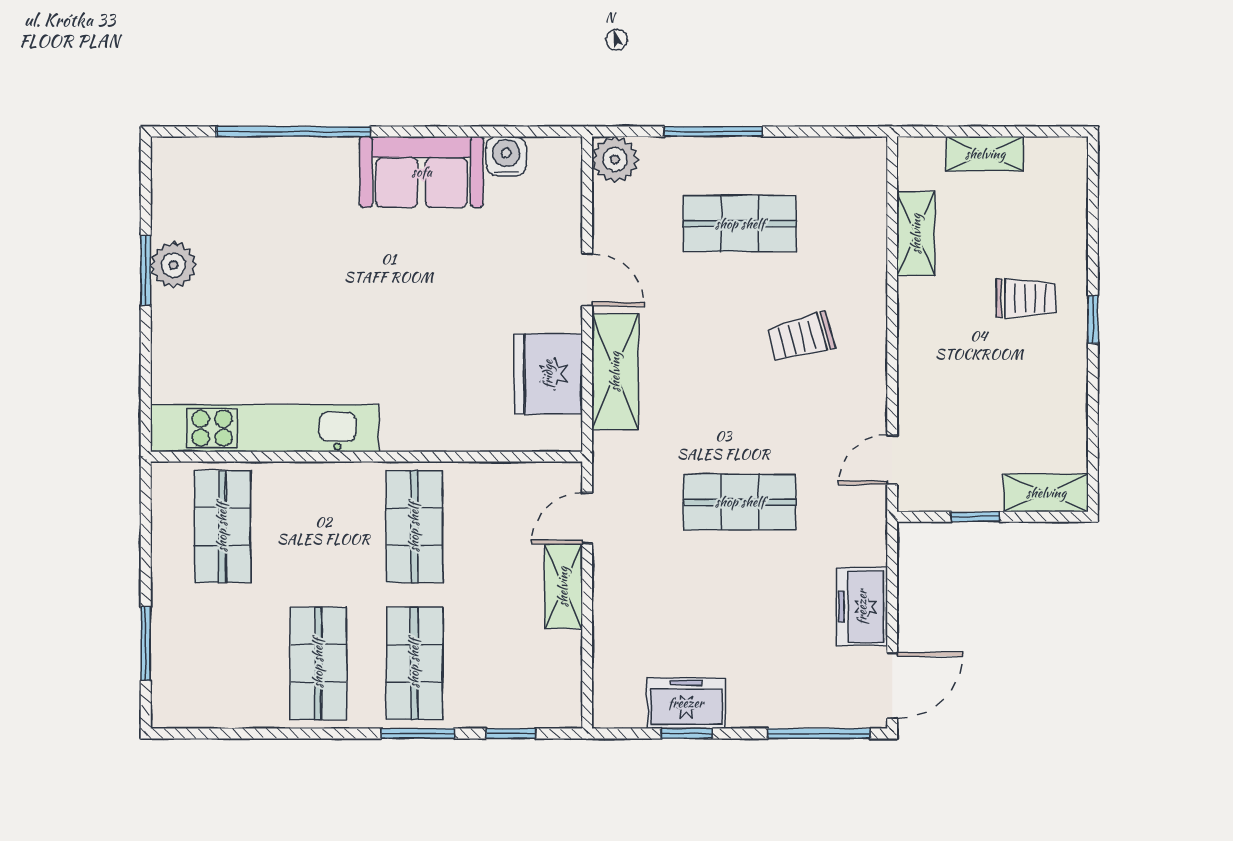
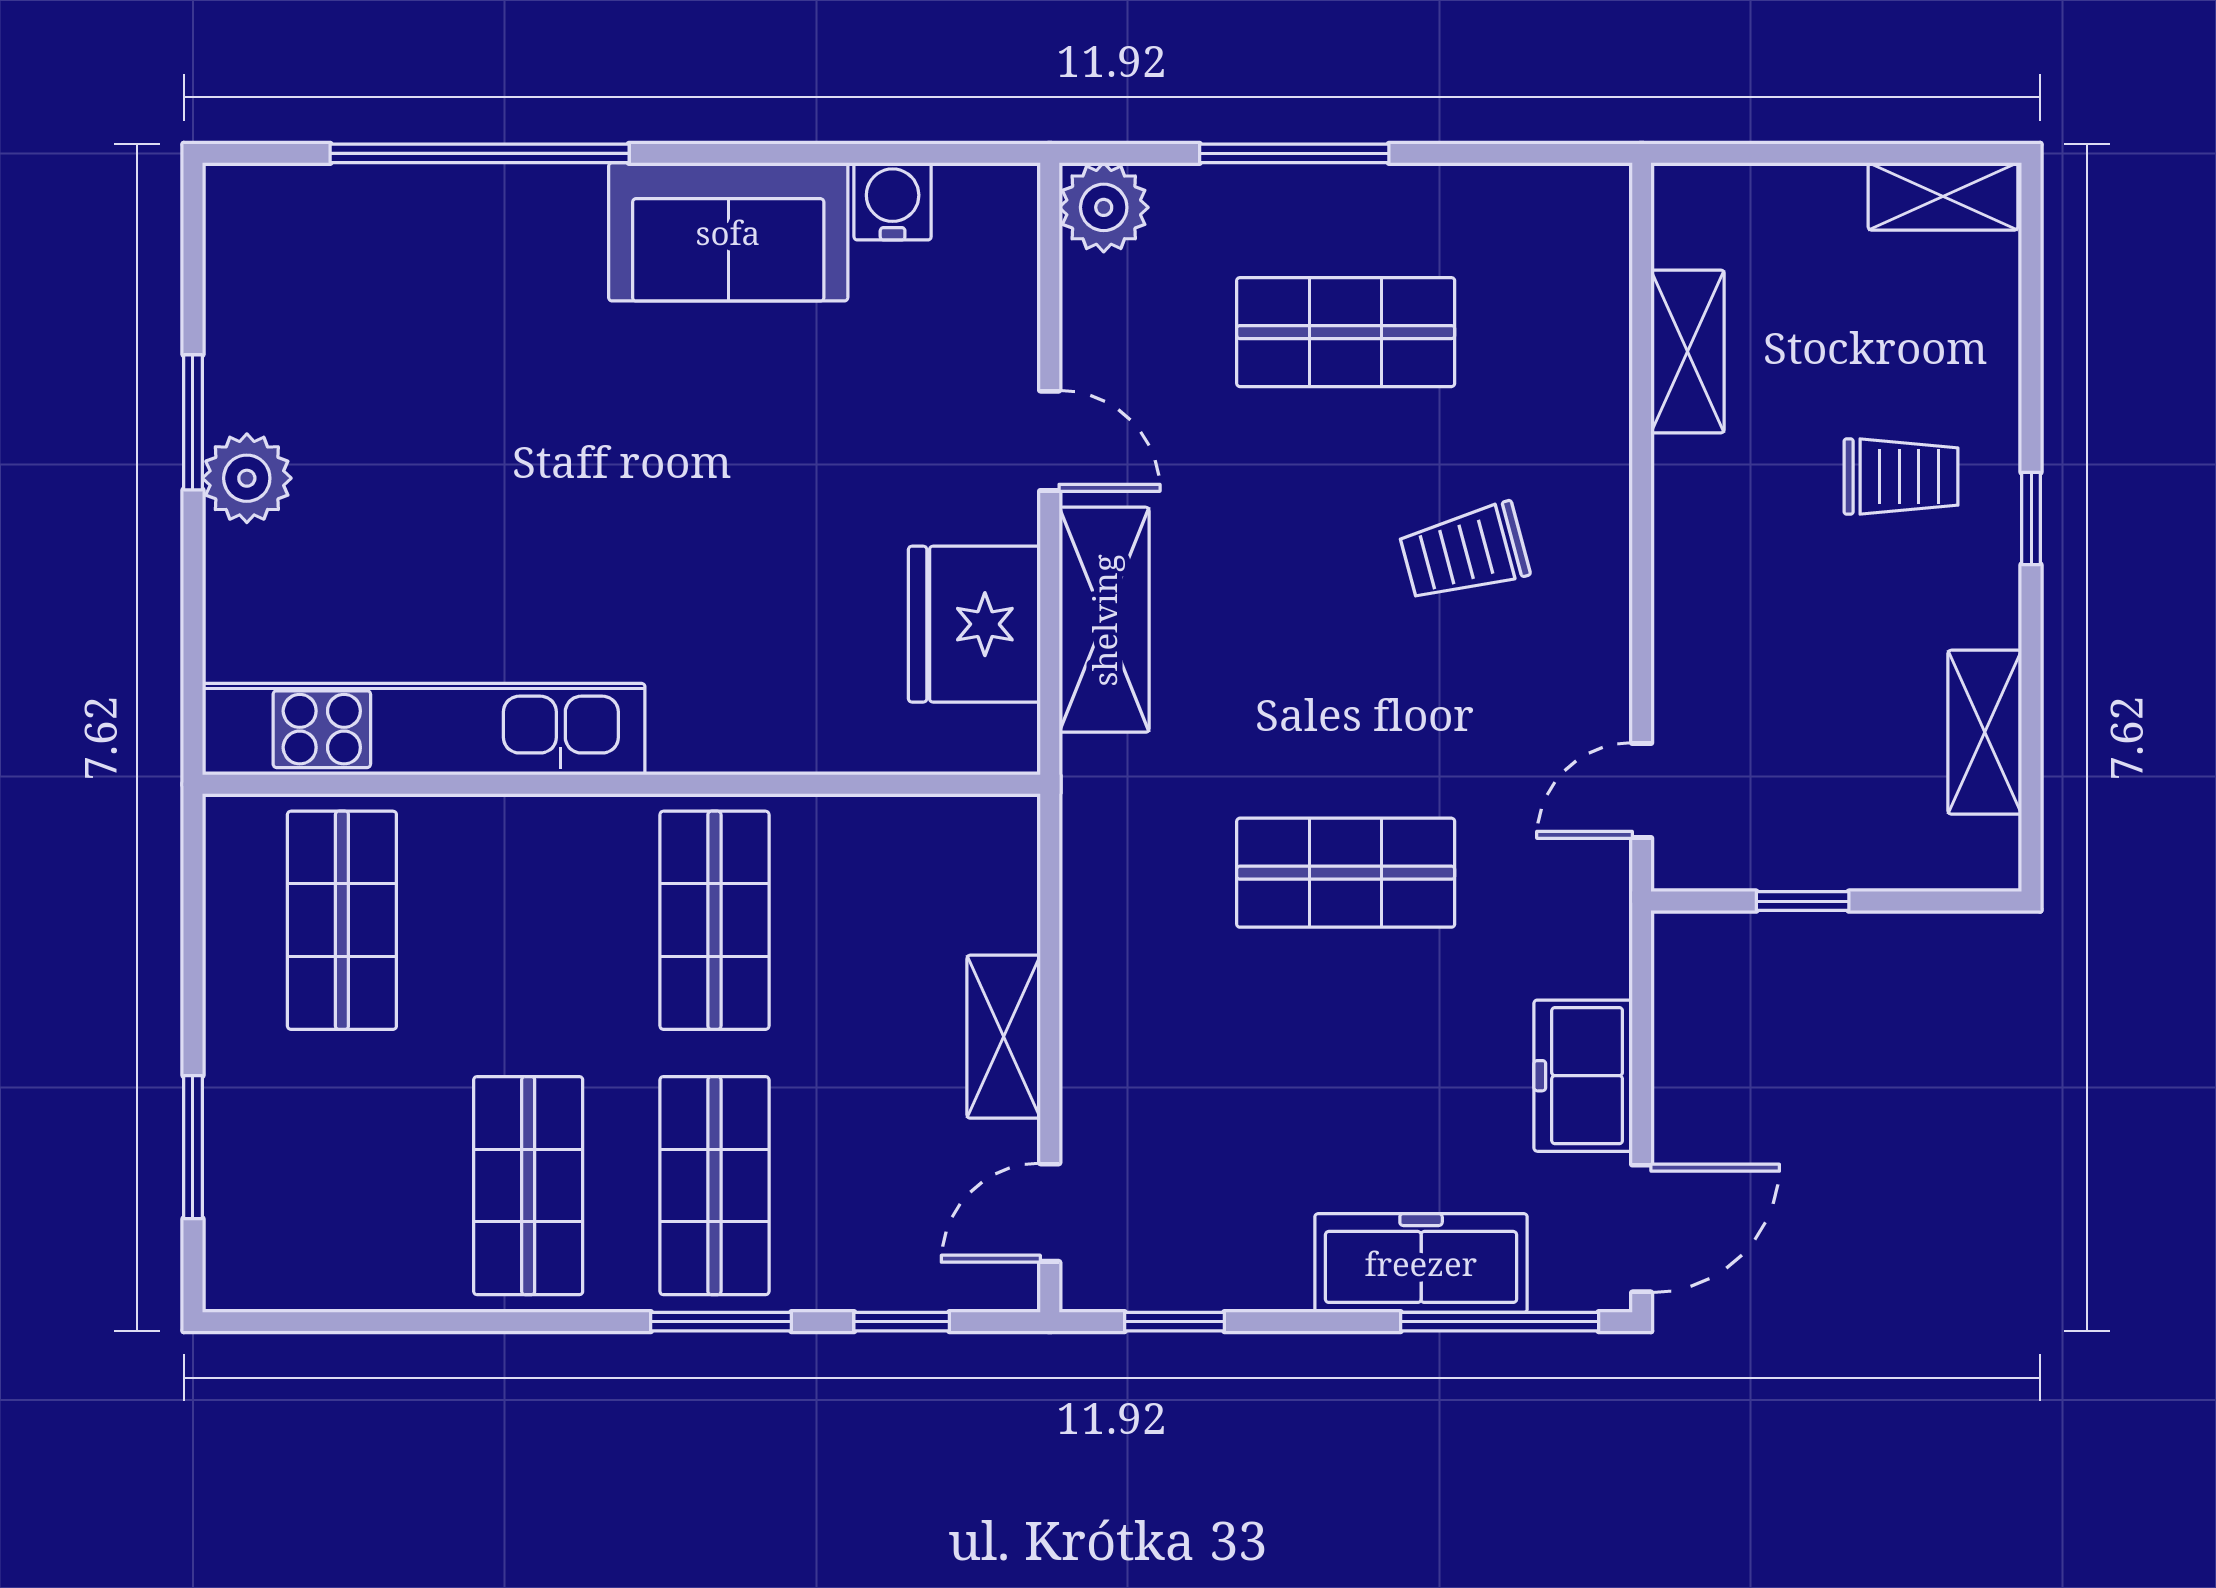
shelving: (985, 154) -> (1943, 196), moved
plant: (173, 265) -> (247, 478), moved
shelving: (1046, 493) -> (1985, 732), moved, turned 90
door: (587, 518) -> (1050, 1213), moved
freezer: (686, 703) -> (1421, 1263), moved, width x1.40
window: (687, 733) -> (1174, 1322), moved

